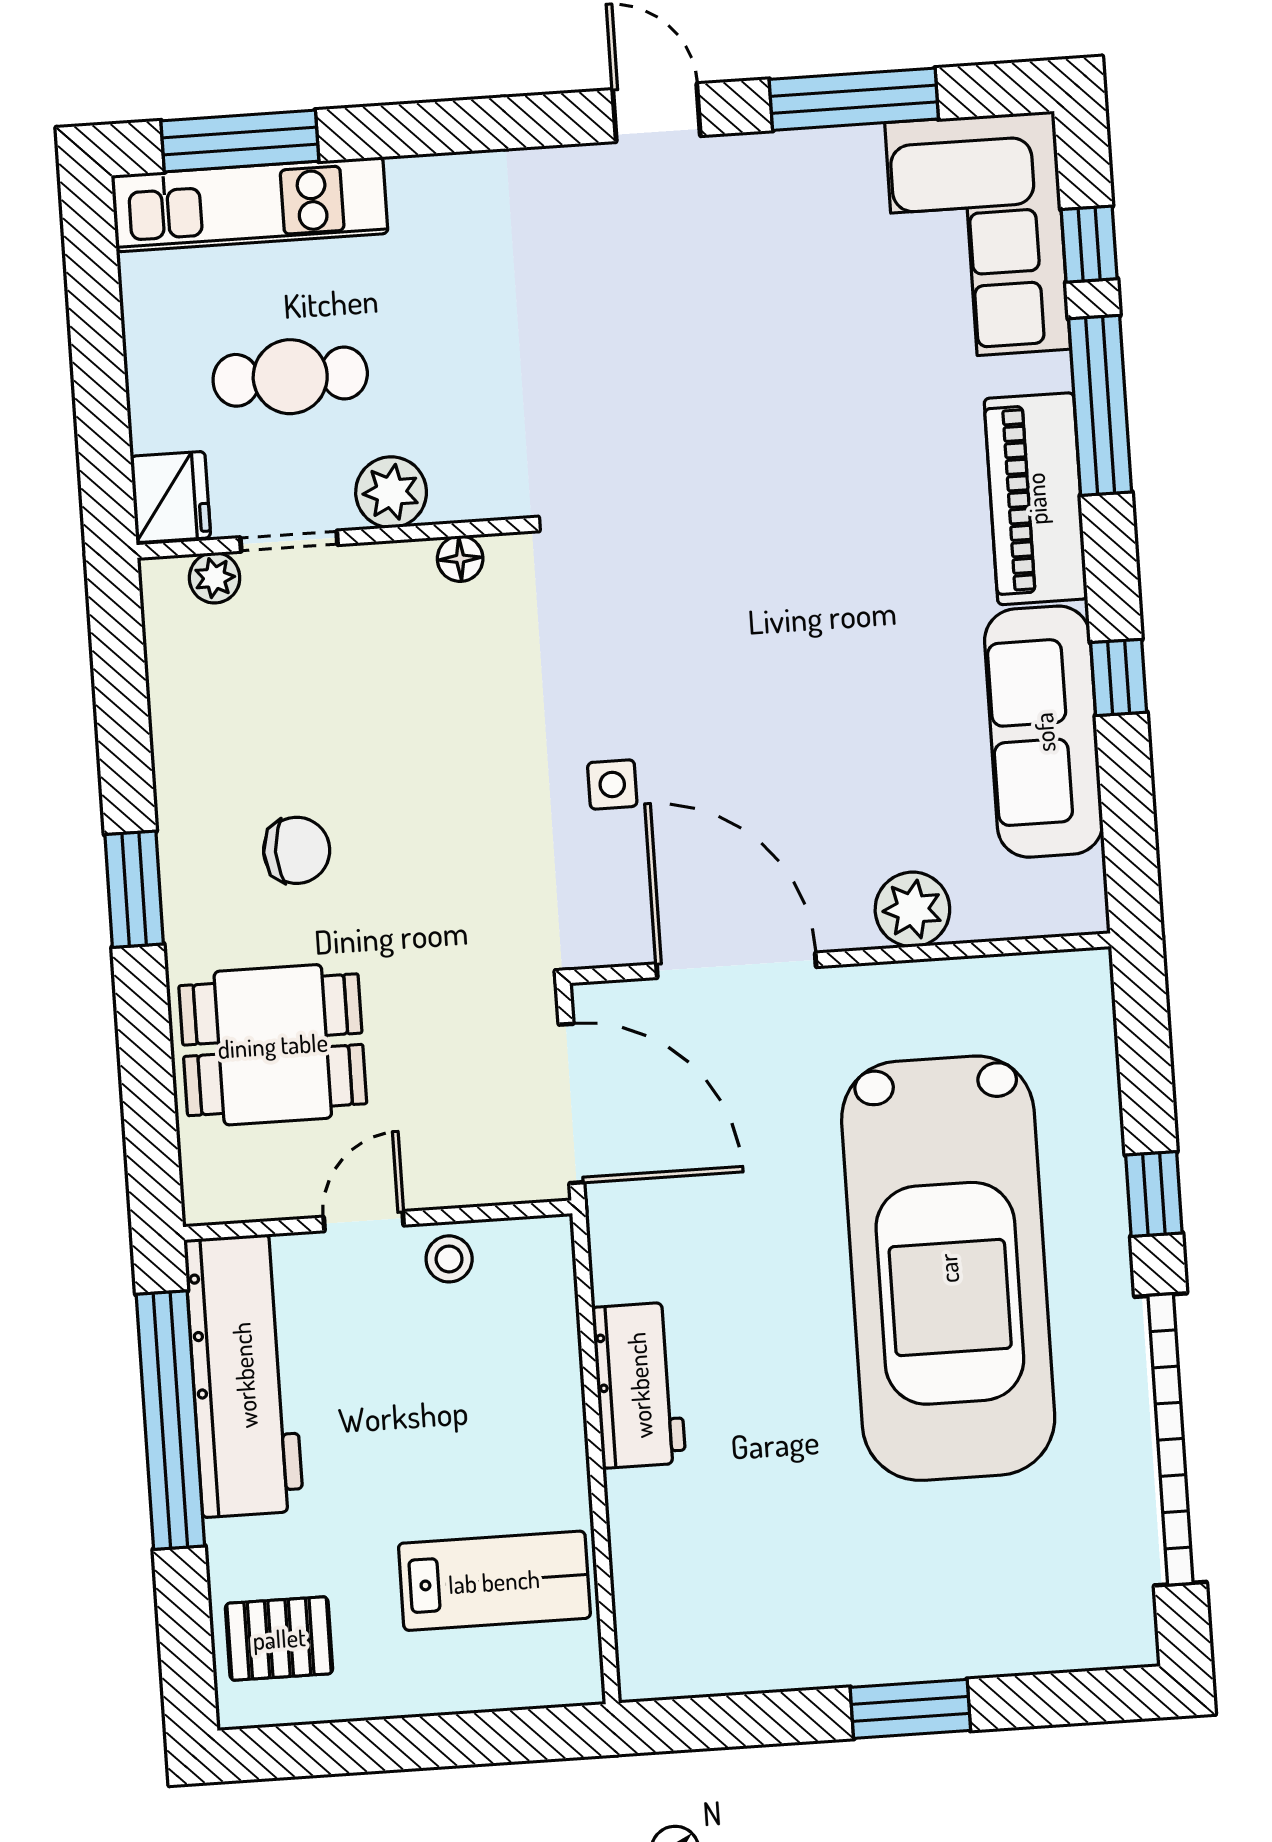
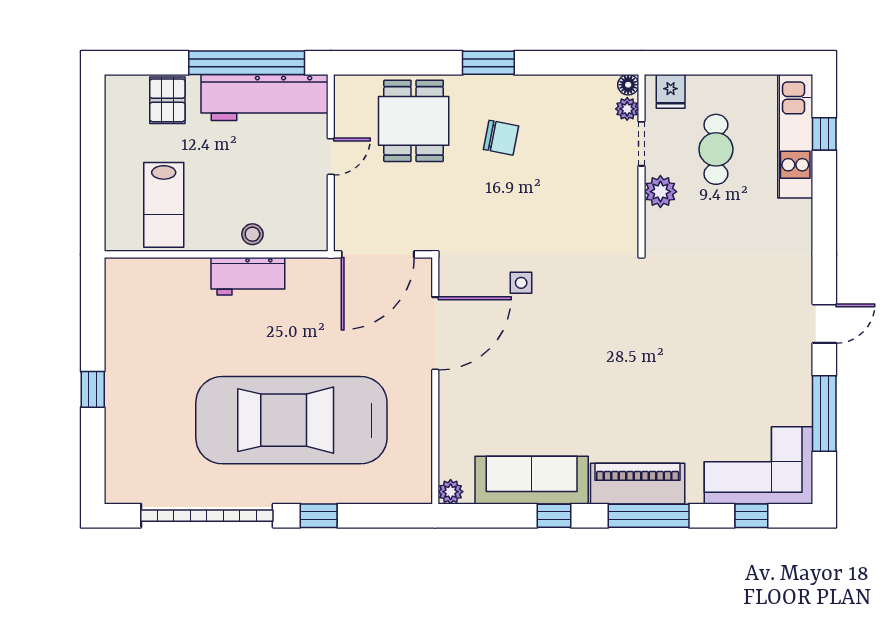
window: (240, 141) -> (824, 134), width x0.46
window: (1100, 405) -> (649, 516), moved
fridge: (170, 497) -> (671, 91), width x0.72
floor lamp: (460, 559) -> (628, 85), moved
chair: (297, 850) -> (501, 138), turned -79
plant: (912, 909) -> (451, 492), moved, width x0.73, depth x0.73
door: (364, 1221) -> (331, 157), hinge flipped
stool: (449, 1259) -> (252, 234), moved
pallet: (279, 1638) -> (167, 100), moved
window: (910, 1709) -> (93, 389), width x0.67

